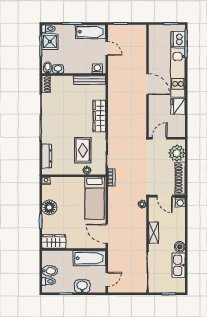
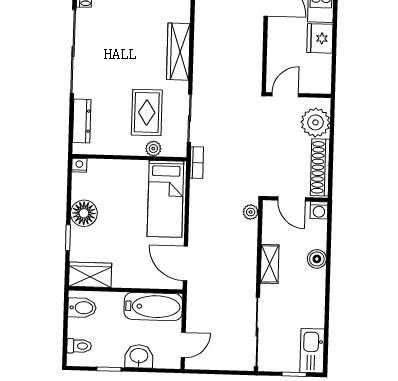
boiler: (180, 247) -> (317, 259), moved
kitchen sink: (179, 265) -> (312, 351), moved
bidet: (50, 271) -> (82, 308), moved

